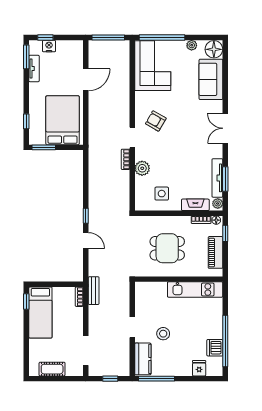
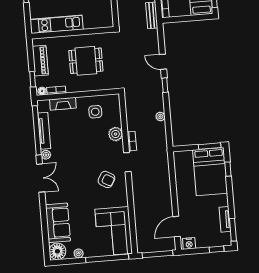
nightstand: (49, 46) -> (189, 244), moved
door: (86, 80) -> (177, 227), moved
bed: (63, 120) -> (210, 172), moved
window: (225, 179) -> (37, 130), width x2.11
plant: (93, 183) -> (160, 116), added
plant: (218, 203) -> (46, 155), moved

